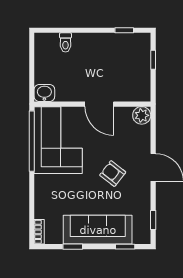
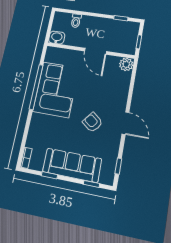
washbasin: (44, 93) -> (57, 38), moved
wall: (92, 104) -> (90, 51), moved
door: (99, 104) -> (95, 51), moved
plant: (142, 115) -> (126, 64), moved

